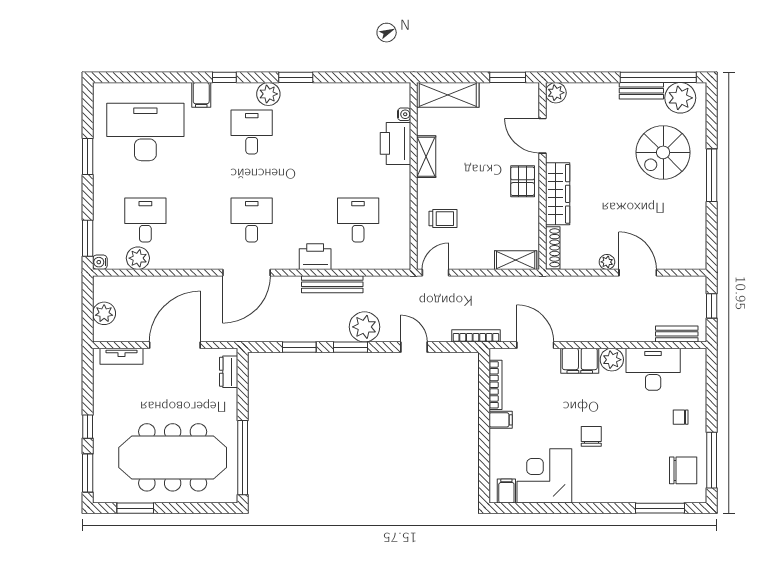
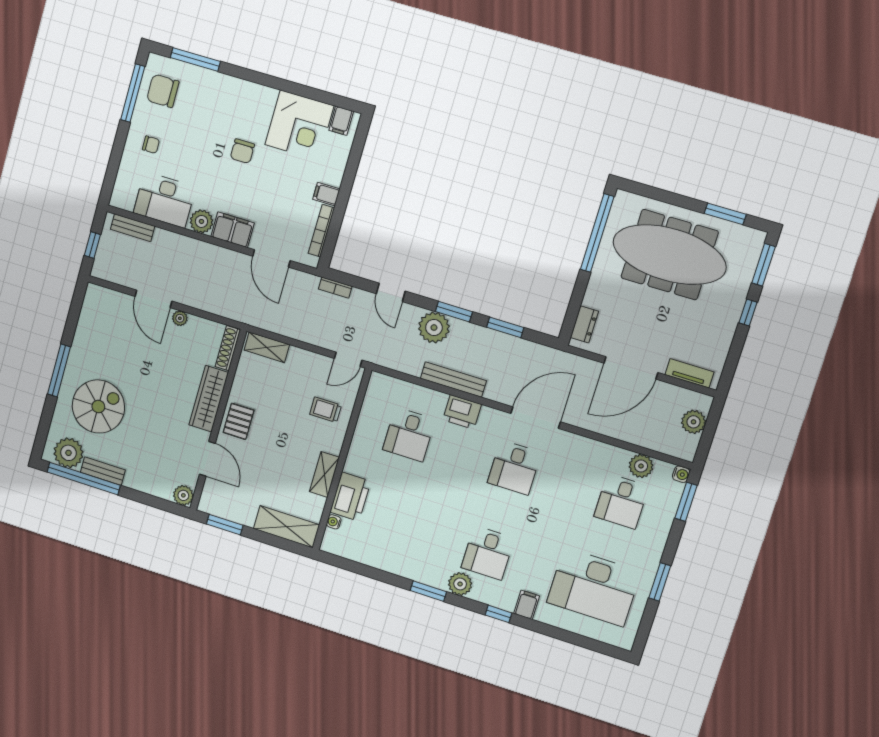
bookcase: (476, 336) -> (335, 288), width x0.64

